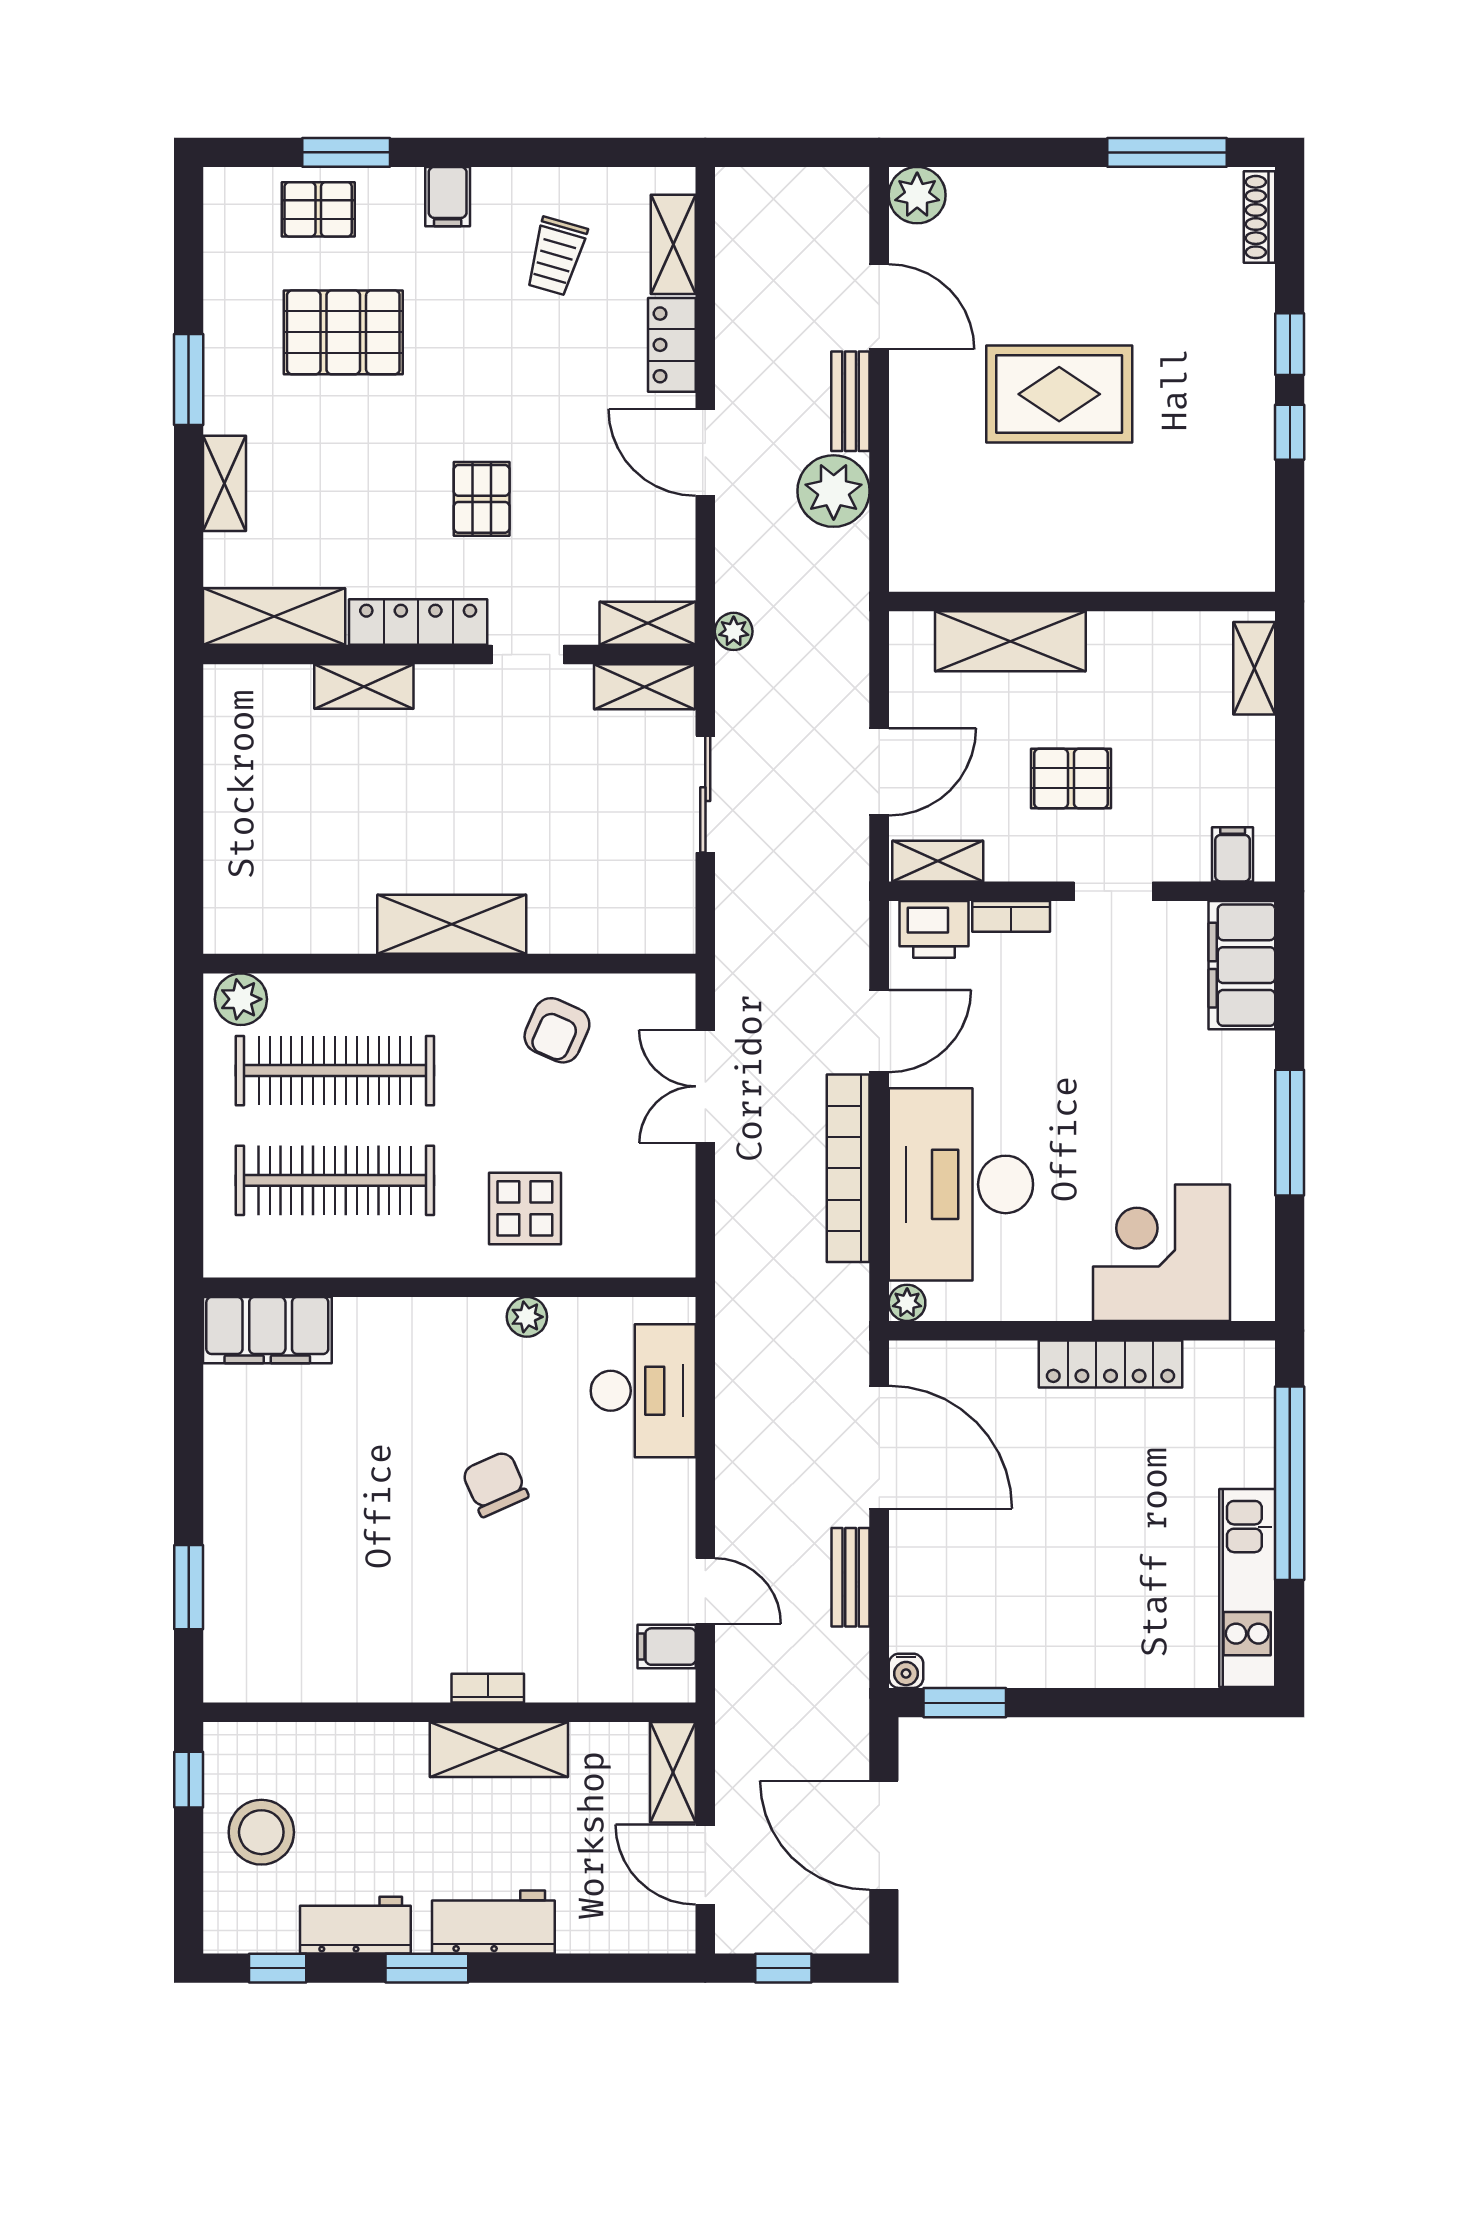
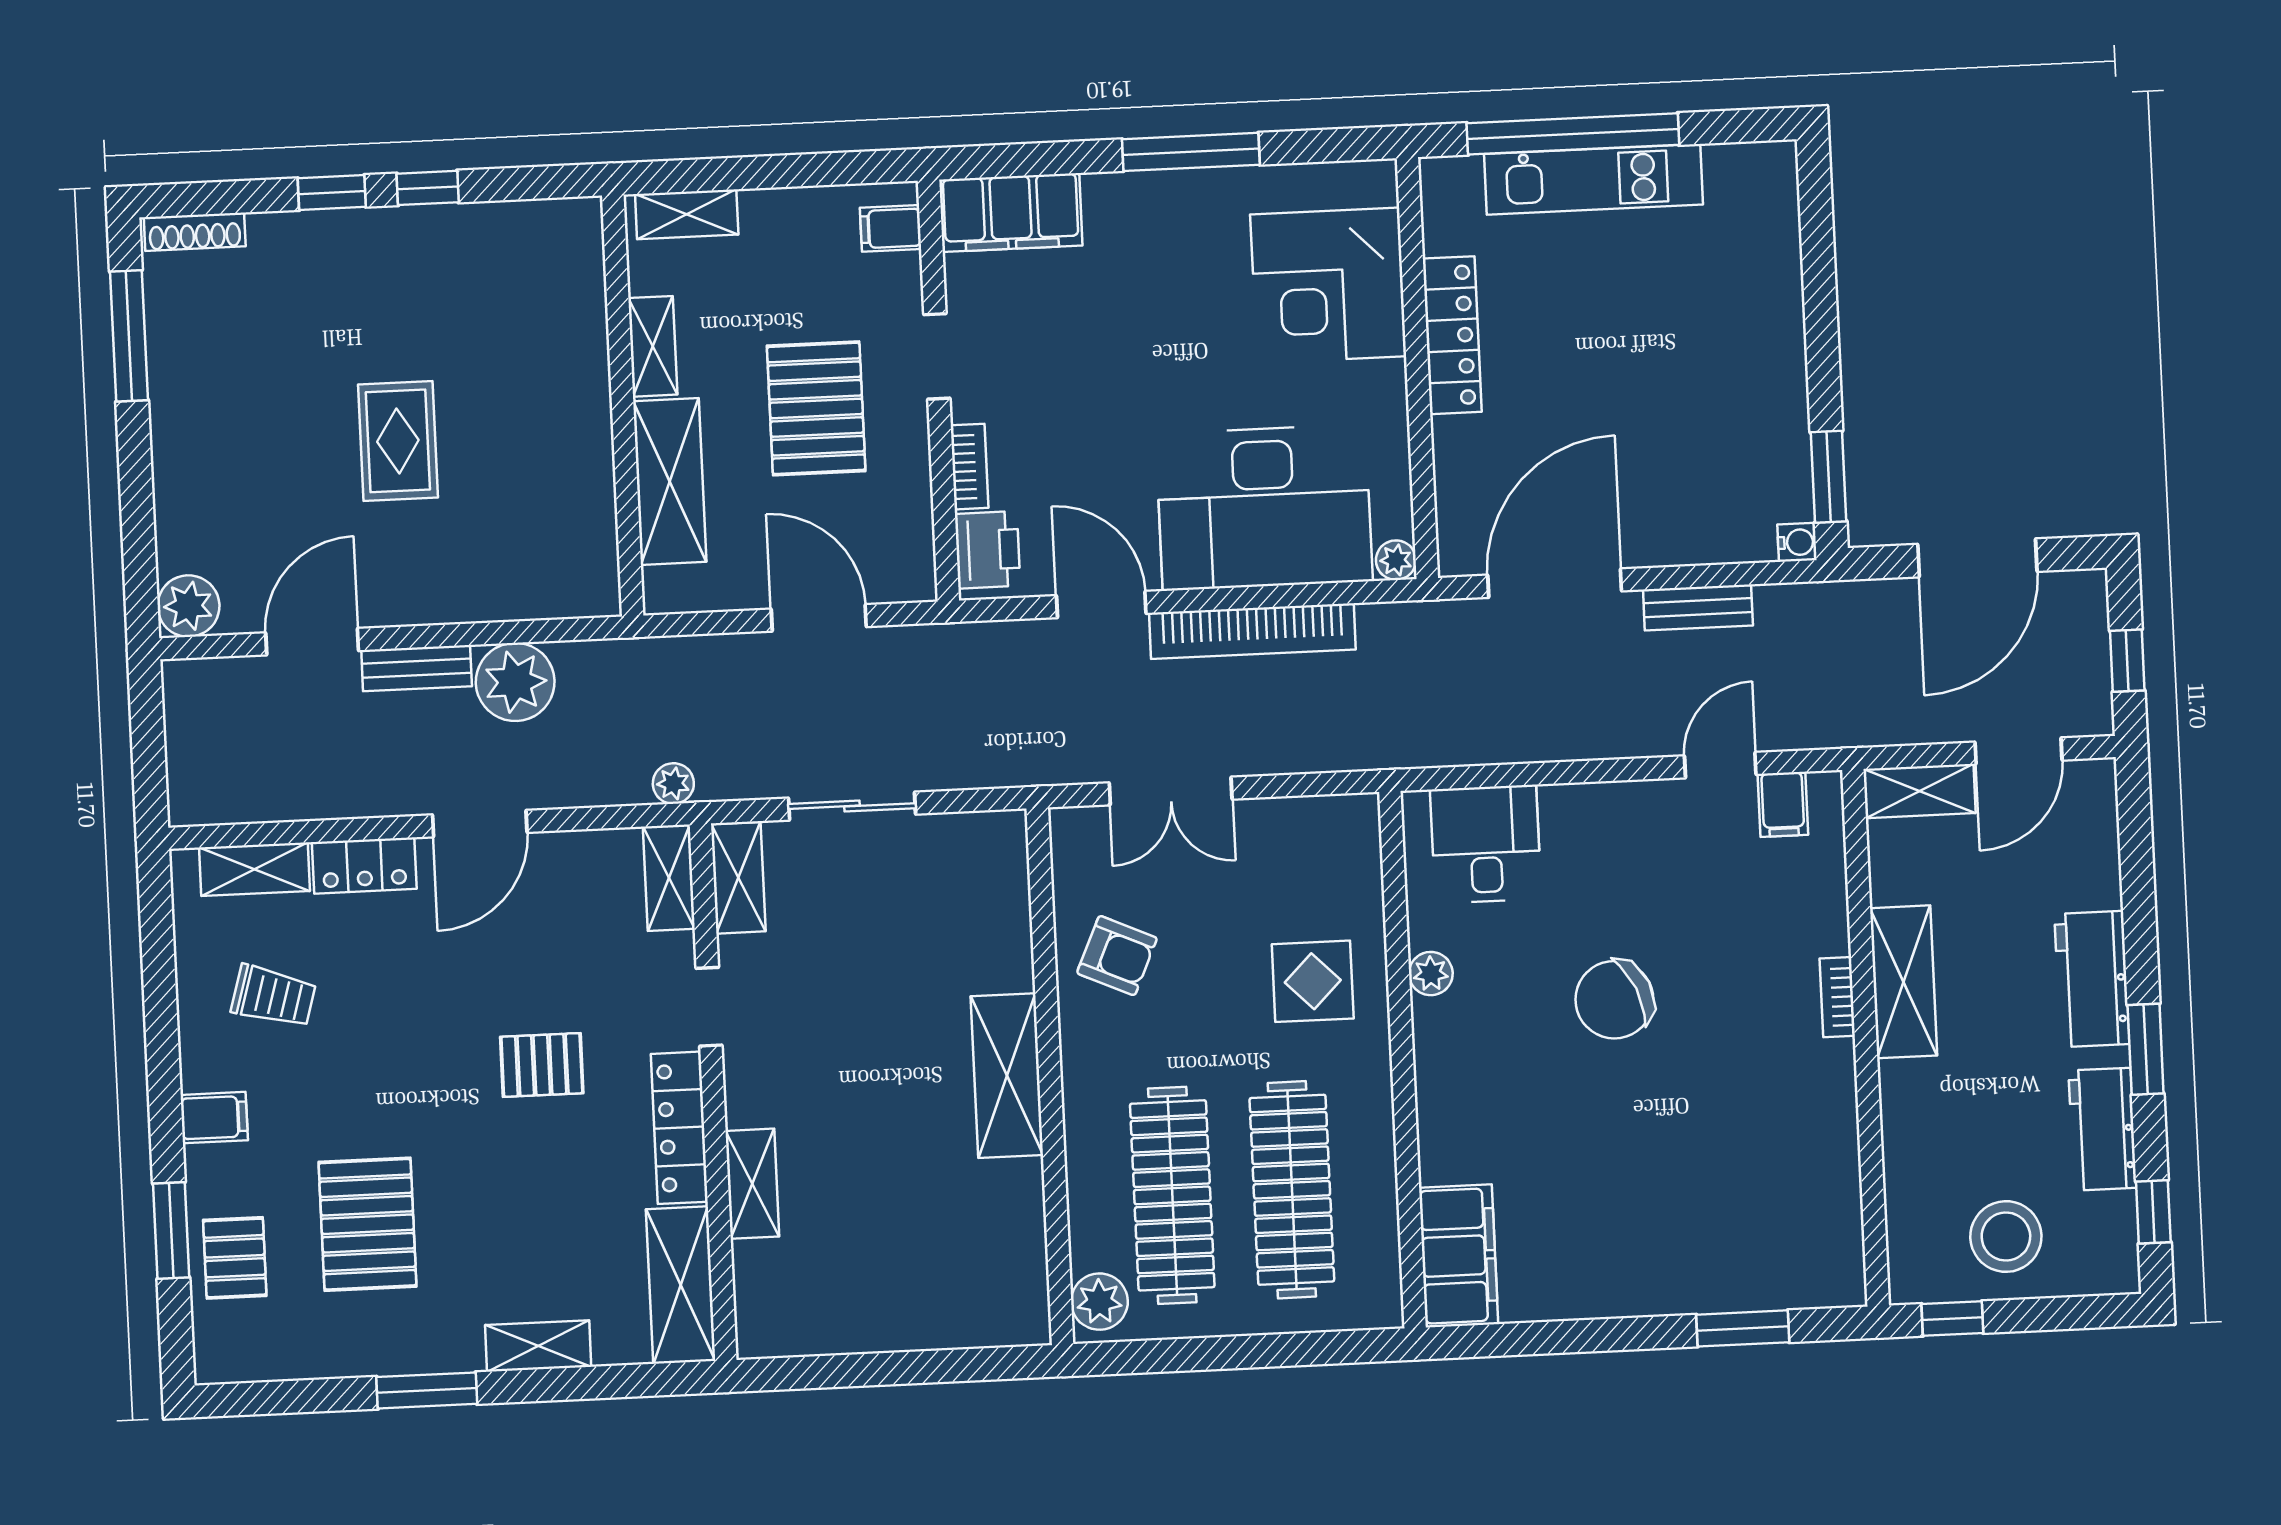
rug: (1059, 394) -> (398, 441), width x0.73, depth x0.70
pallet: (1071, 778) -> (816, 408), width x1.50, depth x1.42
shelving: (938, 861) -> (653, 346), moved
desk: (643, 1391) -> (1486, 844), width x0.73
chair: (495, 1484) -> (1614, 1000), width x1.37, depth x1.37
kitchen unit: (1247, 1588) -> (1594, 179), moved

